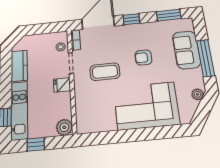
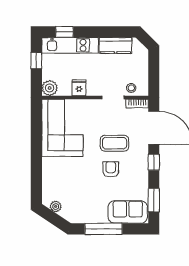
sofa: (186, 50) -> (128, 212), moved
coffee table: (105, 72) -> (114, 143), moved, turned 90
fridge: (62, 85) -> (79, 88), moved
plant: (198, 94) -> (56, 207), moved
corner sofa: (146, 106) -> (62, 128), moved

